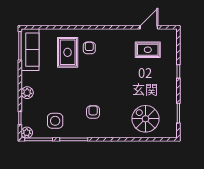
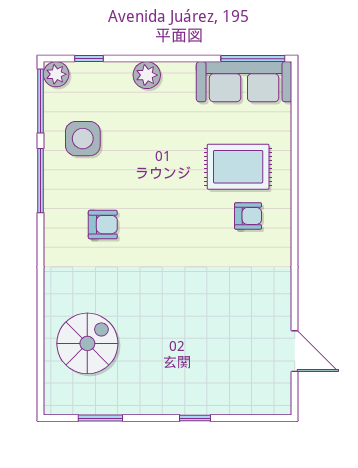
rug: (148, 50) -> (244, 349), removed

